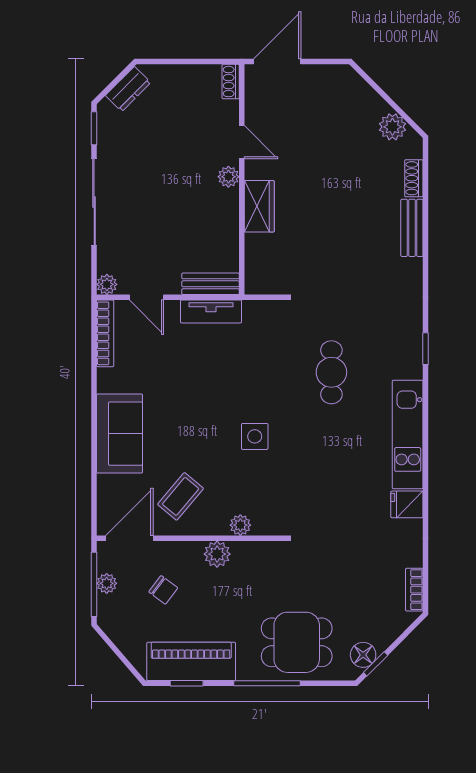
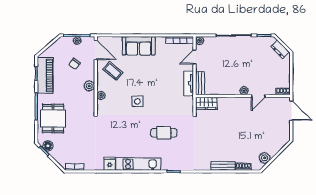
wardrobe: (259, 206) -> (206, 103), moved

